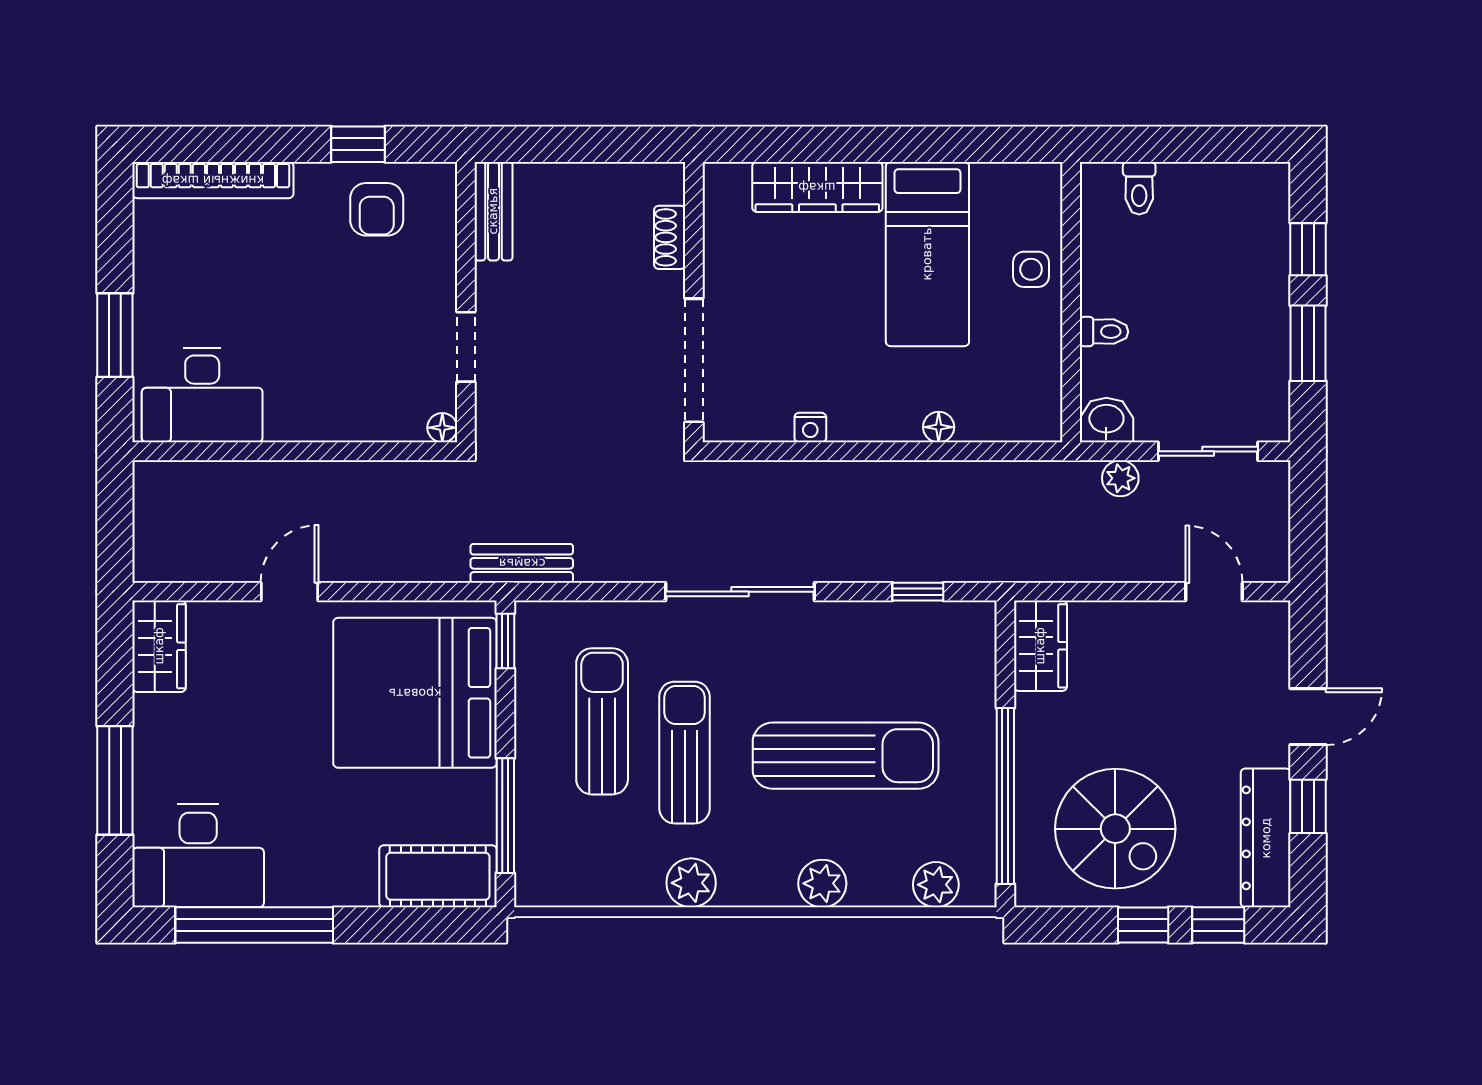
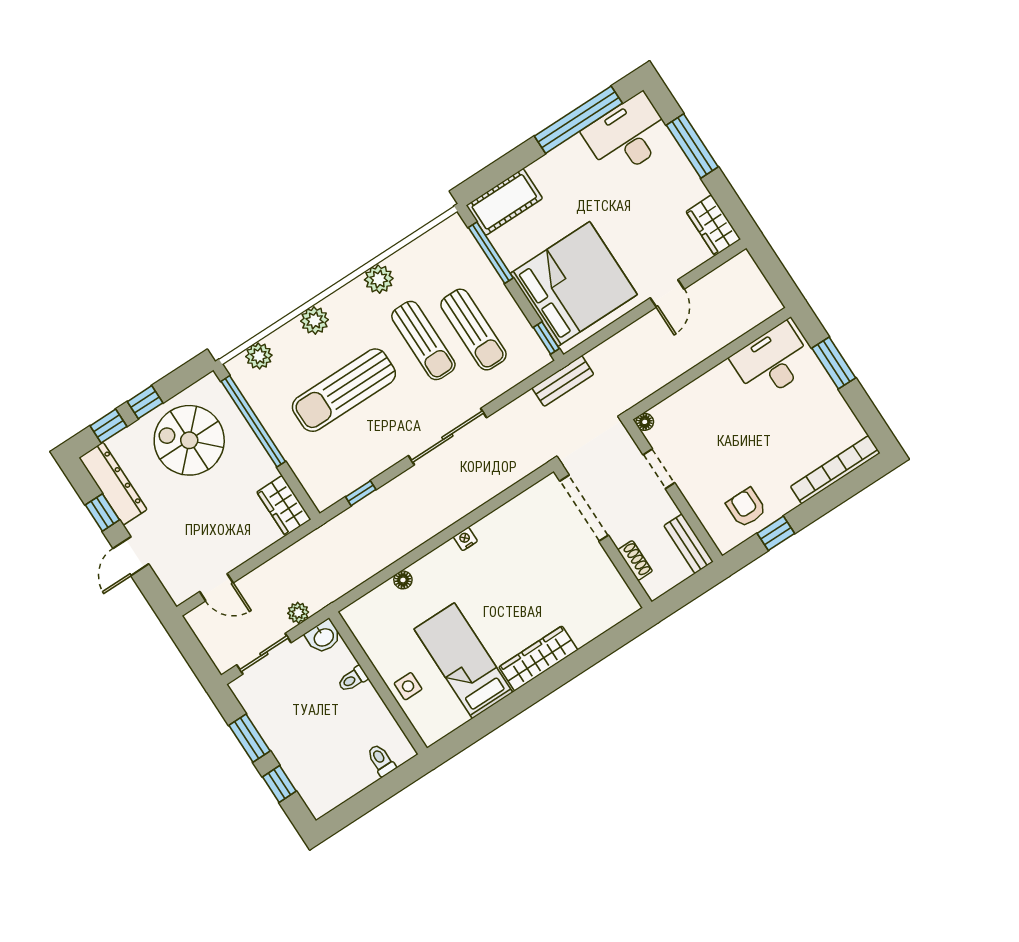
shoe rack: (670, 237) -> (635, 560), moved
wall: (694, 302) -> (603, 537), moved
doorway: (694, 360) -> (584, 508), moved

